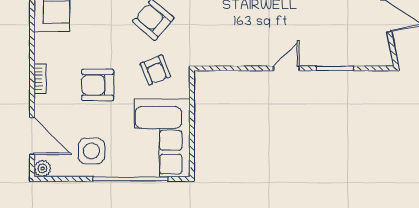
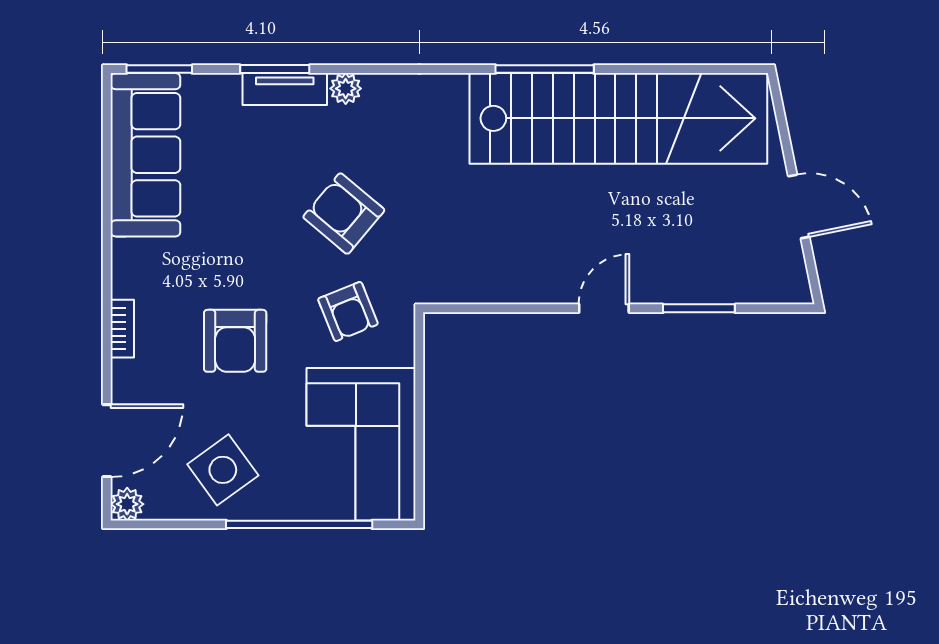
armchair: (98, 85) -> (235, 341), turned -90
door: (32, 136) -> (107, 441), hinge flipped
side table: (91, 151) -> (223, 470), turned -36

